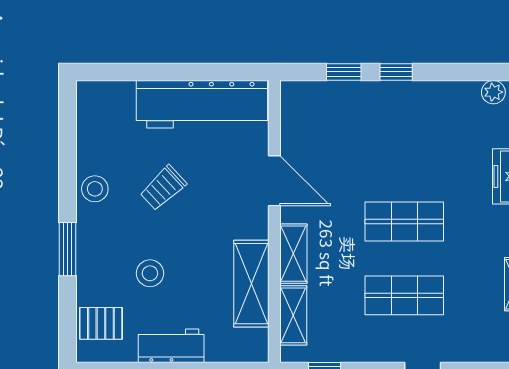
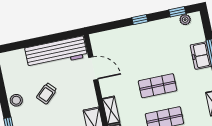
window: (344, 72) -> (177, 12), moved
door: (274, 181) -> (93, 68), moved

